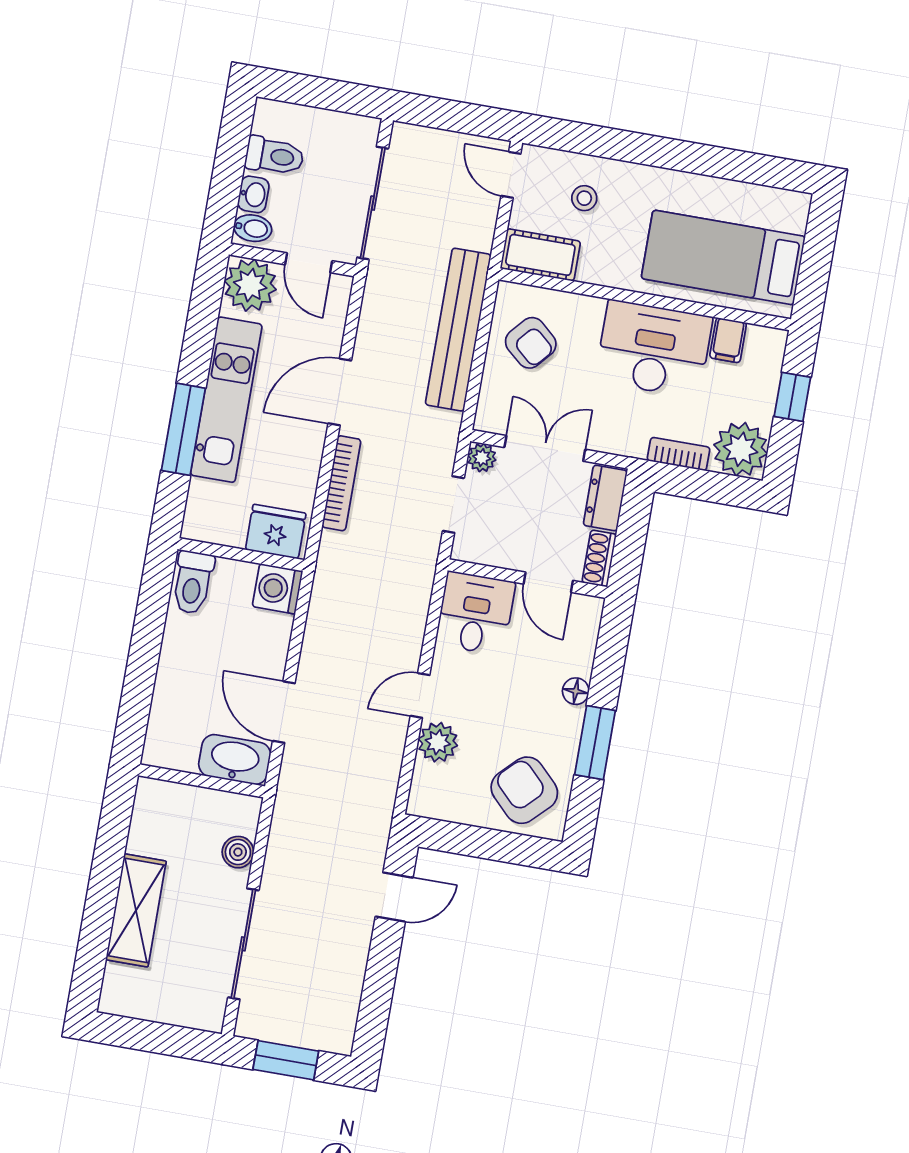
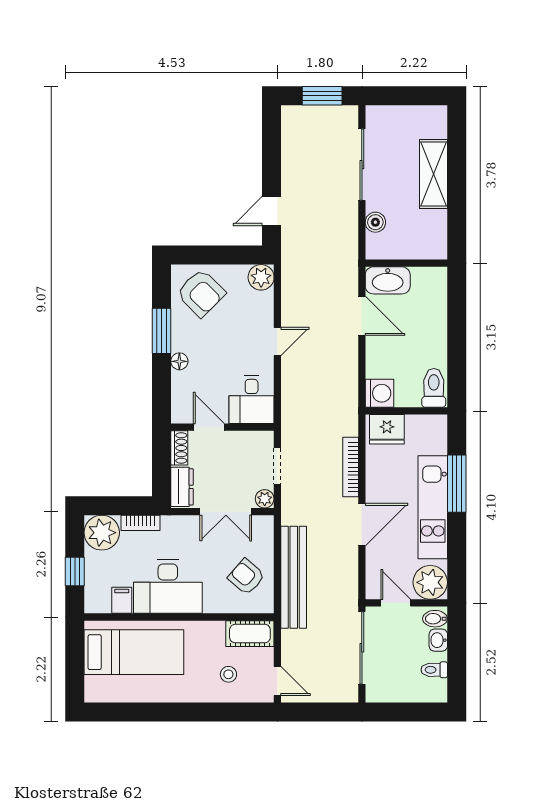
toilet: (274, 156) -> (434, 670), width x0.73, depth x0.72
plant: (438, 742) -> (261, 277), moved

